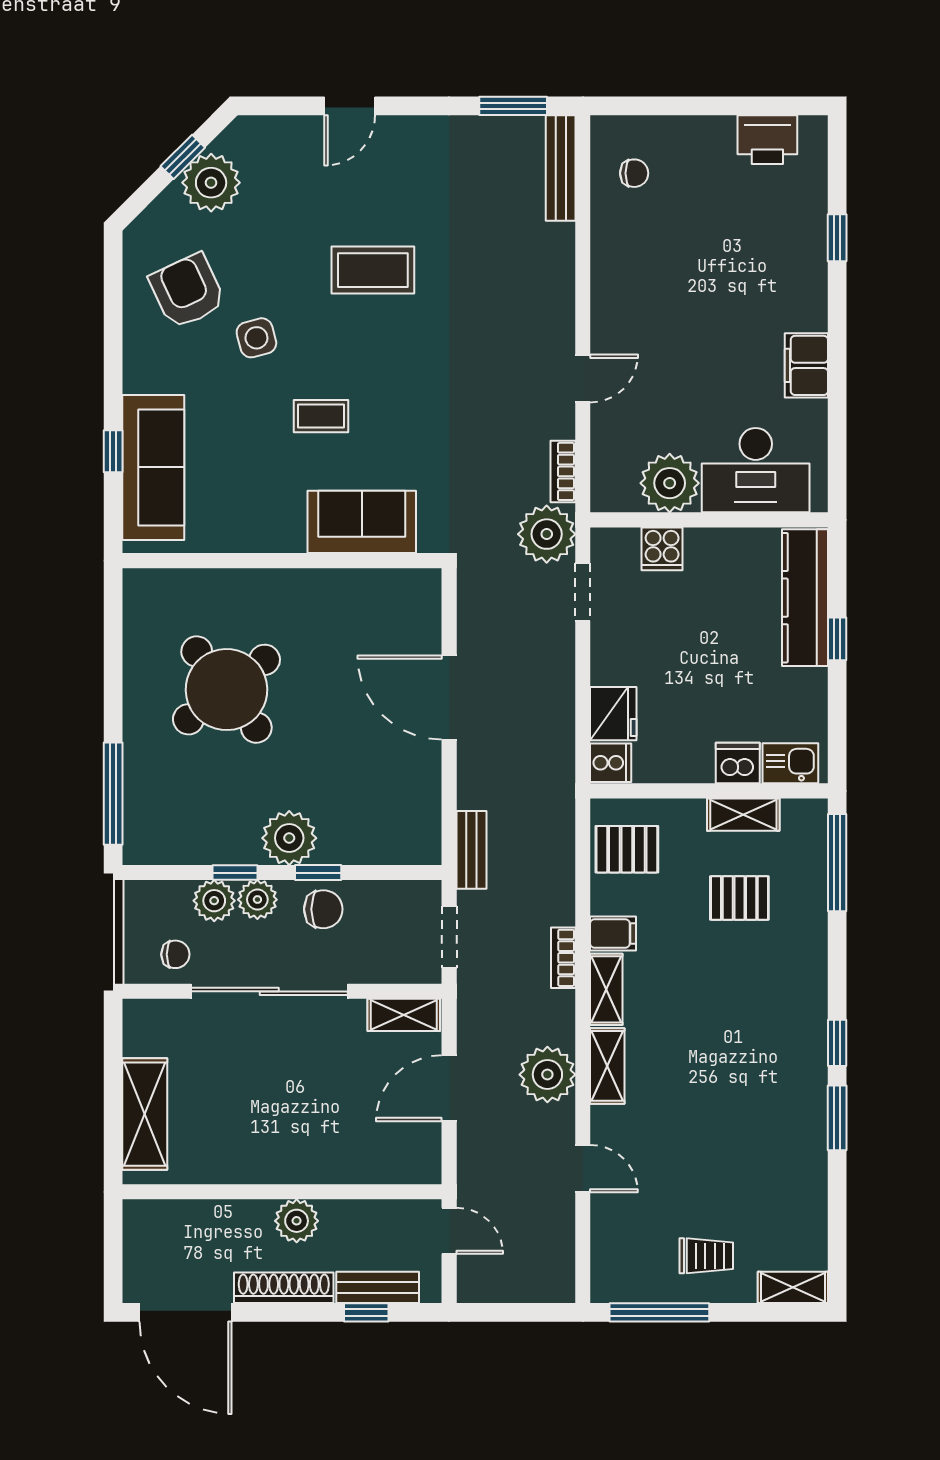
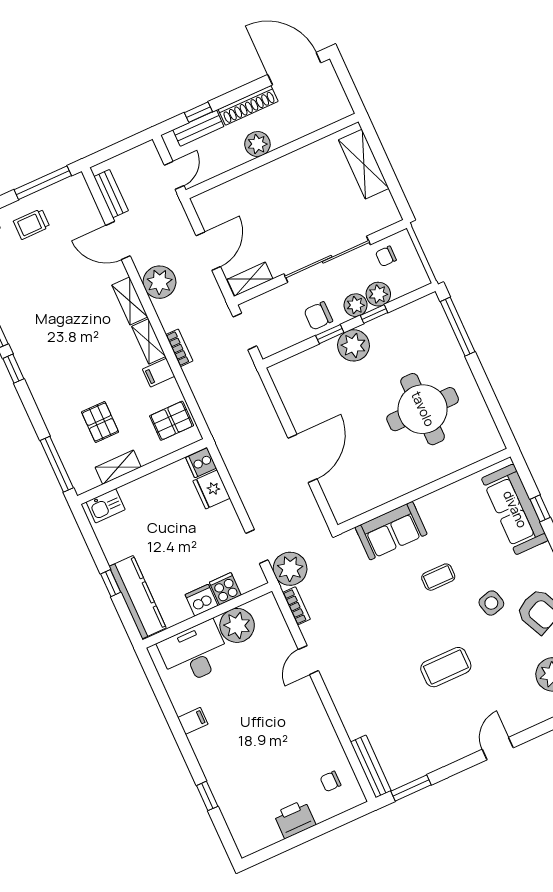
printer: (767, 140) -> (295, 819), moved
filing cabinet: (806, 365) -> (193, 721), width x0.50
round table: (226, 690) -> (423, 409), turned 38
door: (449, 697) -> (302, 459), hinge flipped
dishwasher: (738, 763) -> (202, 600), moved, turned 180
bench: (472, 850) -> (111, 194), moved
pallet: (739, 898) -> (100, 422), turned 90
door: (583, 1169) -> (118, 241), width x1.38
door: (449, 1231) -> (174, 175), swing flipped

